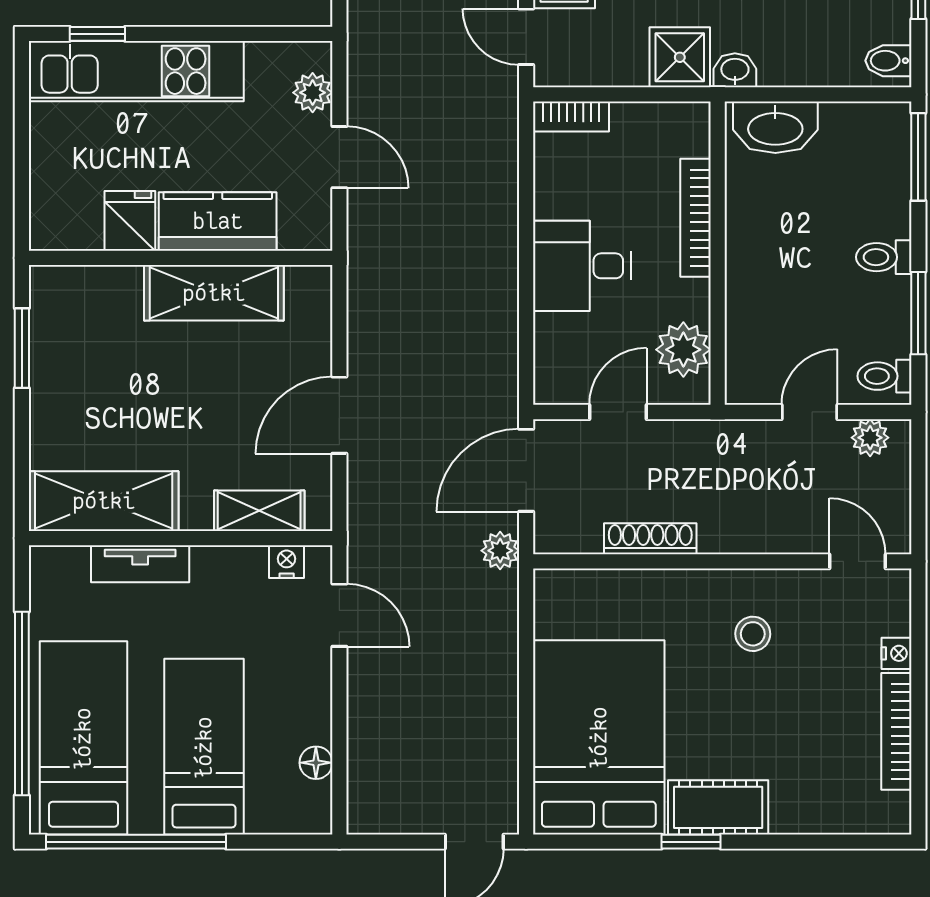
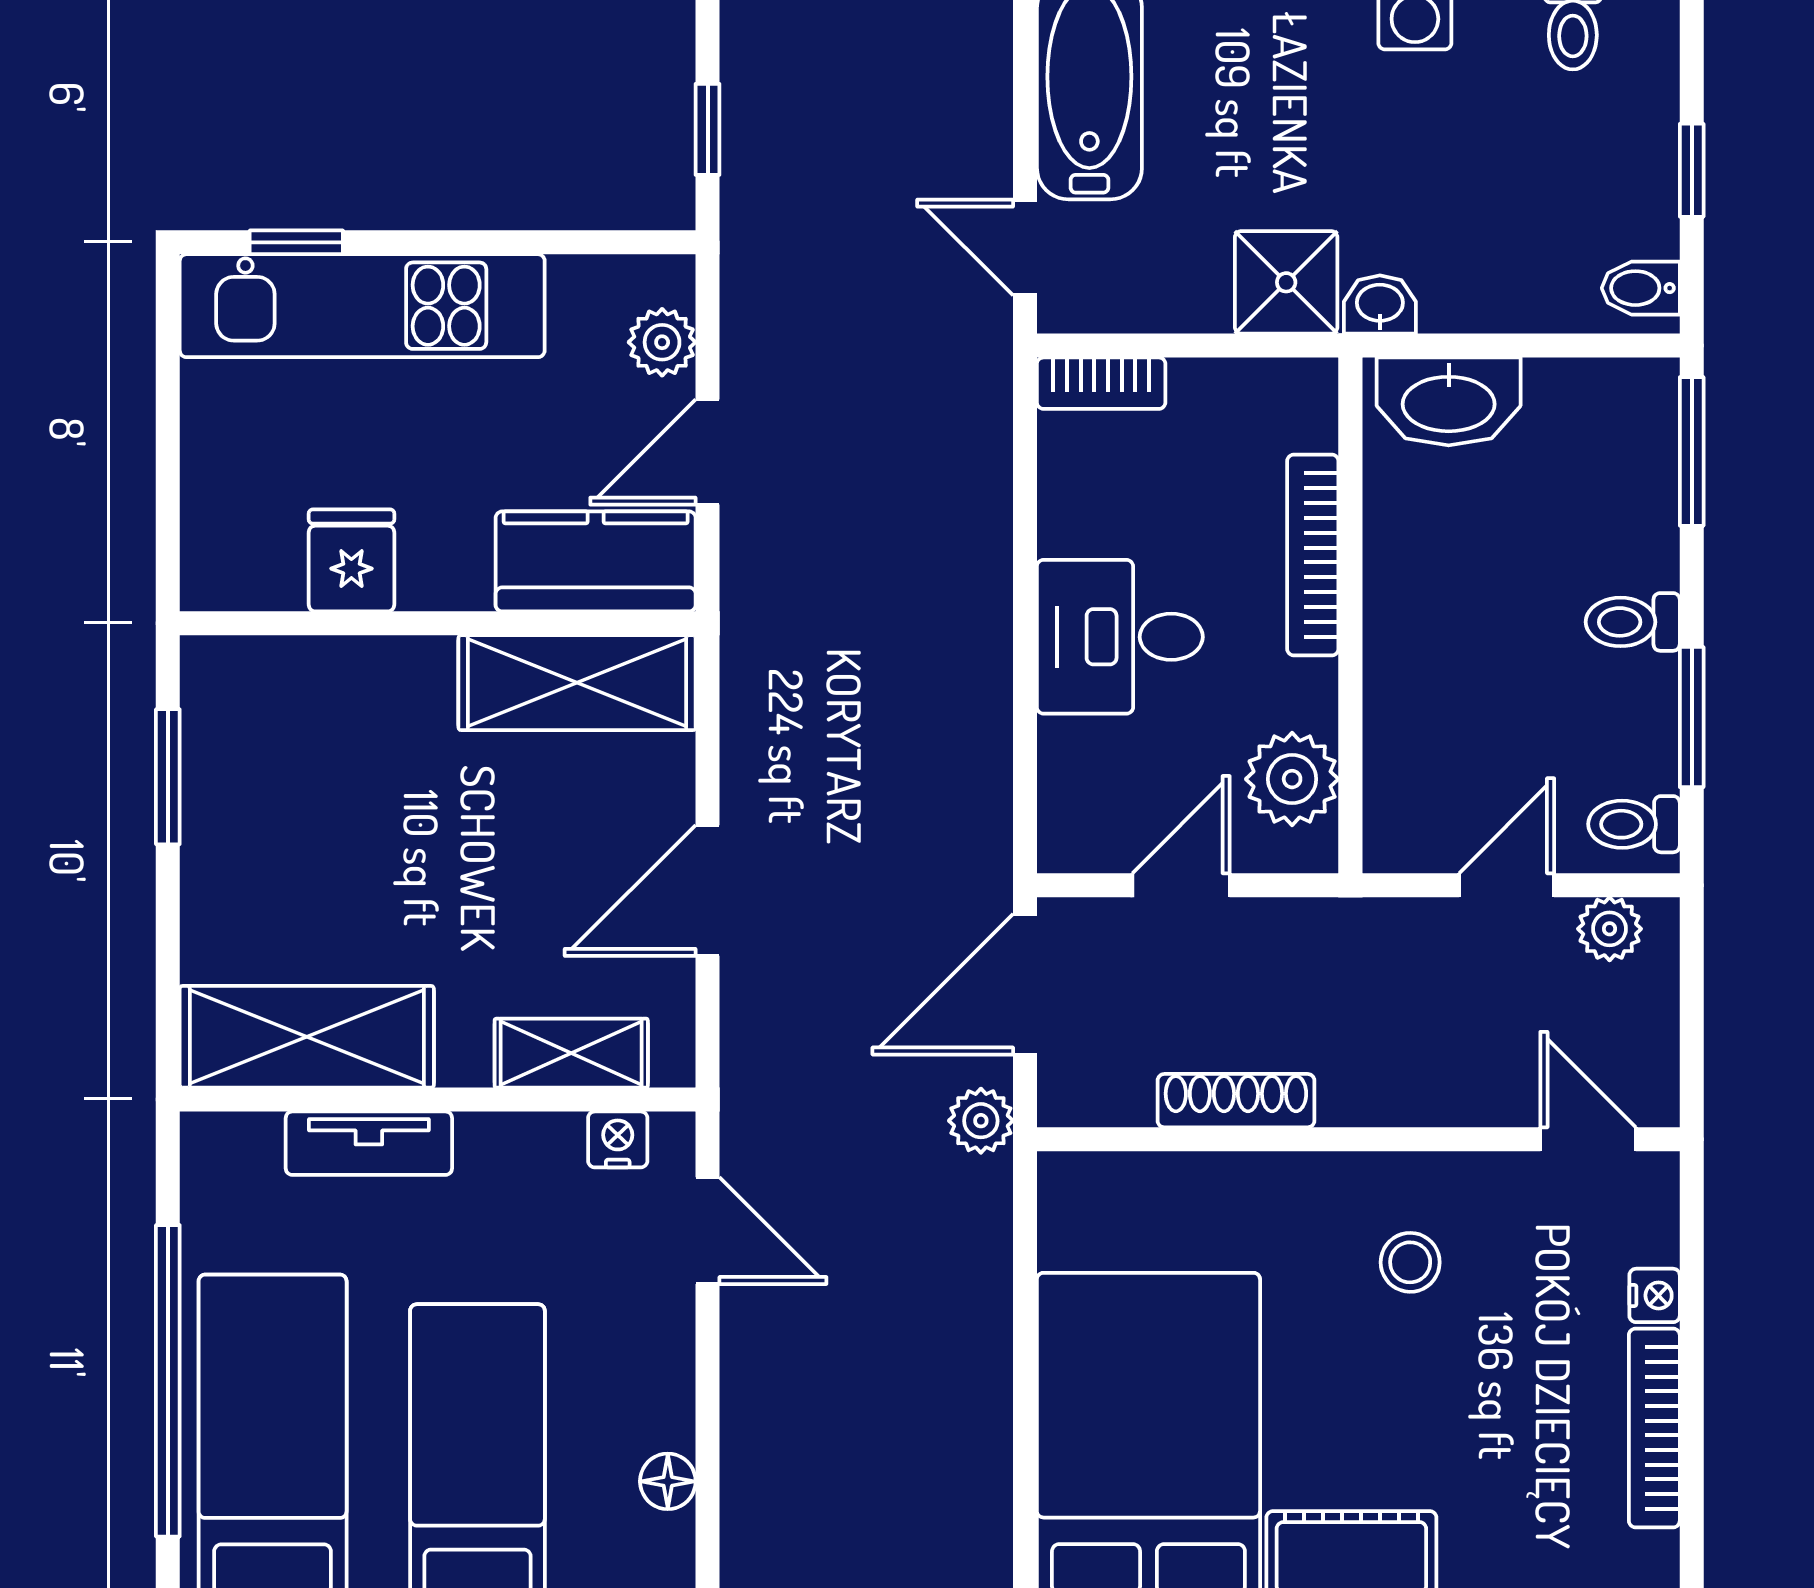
door: (339, 157) -> (708, 452), swing flipped
kitchen counter: (218, 221) -> (596, 561), moved
shelving: (214, 293) -> (577, 683), moved

